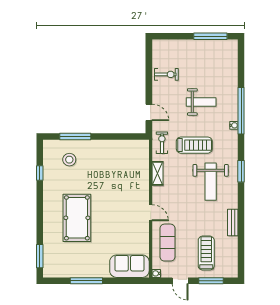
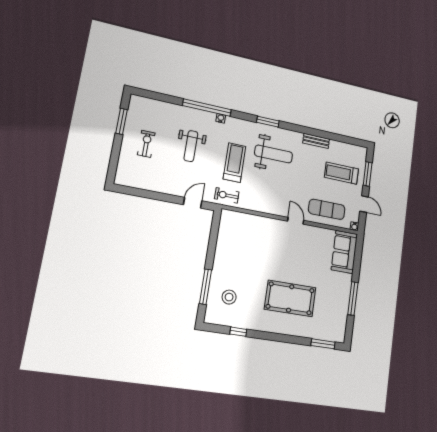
window: (210, 36) -> (122, 121), width x0.69
exercise bike: (166, 74) -> (146, 144), moved
weight bench: (201, 102) -> (191, 146), turned 180
shelving: (157, 173) -> (257, 206), removed
door: (151, 213) -> (296, 221), hinge flipped
door: (180, 281) -> (364, 204), hinge flipped

